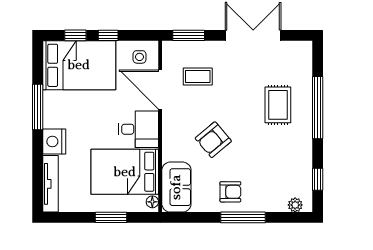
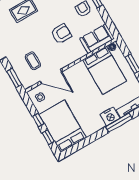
door: (160, 89) -> (51, 77), hinge flipped
window: (38, 107) -> (119, 123), moved
desk: (138, 129) -> (78, 76), removed
armchair: (213, 140) -> (61, 34), turned -50

